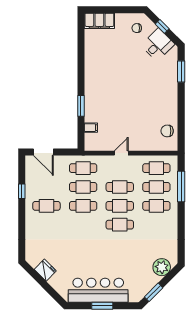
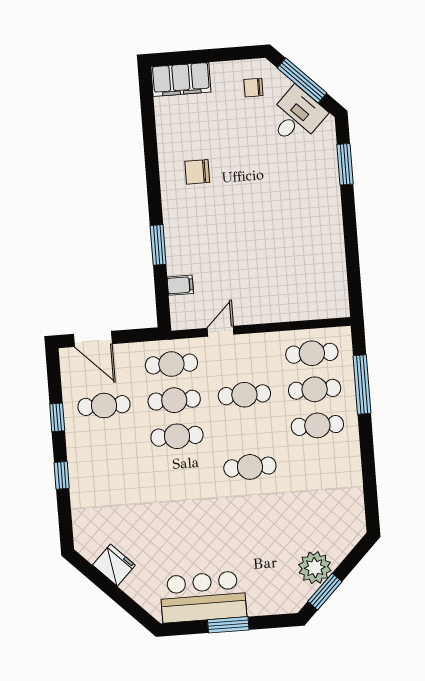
window: (162, 26) -> (302, 81), width x2.17
chair: (167, 131) -> (197, 172), moved
door: (121, 153) -> (221, 331), moved
cafe table: (46, 206) -> (104, 406), moved
cafe table: (120, 206) -> (247, 431), removed
window: (22, 222) -> (62, 475), added
plant: (162, 267) -> (315, 568), moved
bar counter: (98, 290) -> (203, 597), width x0.73

